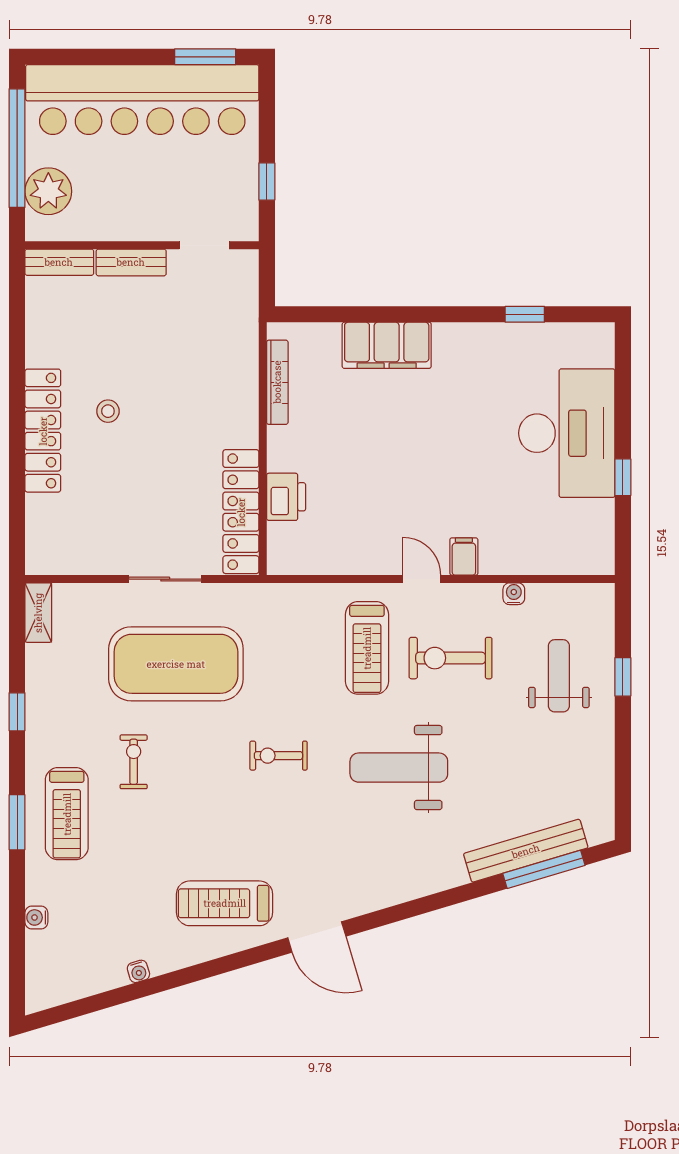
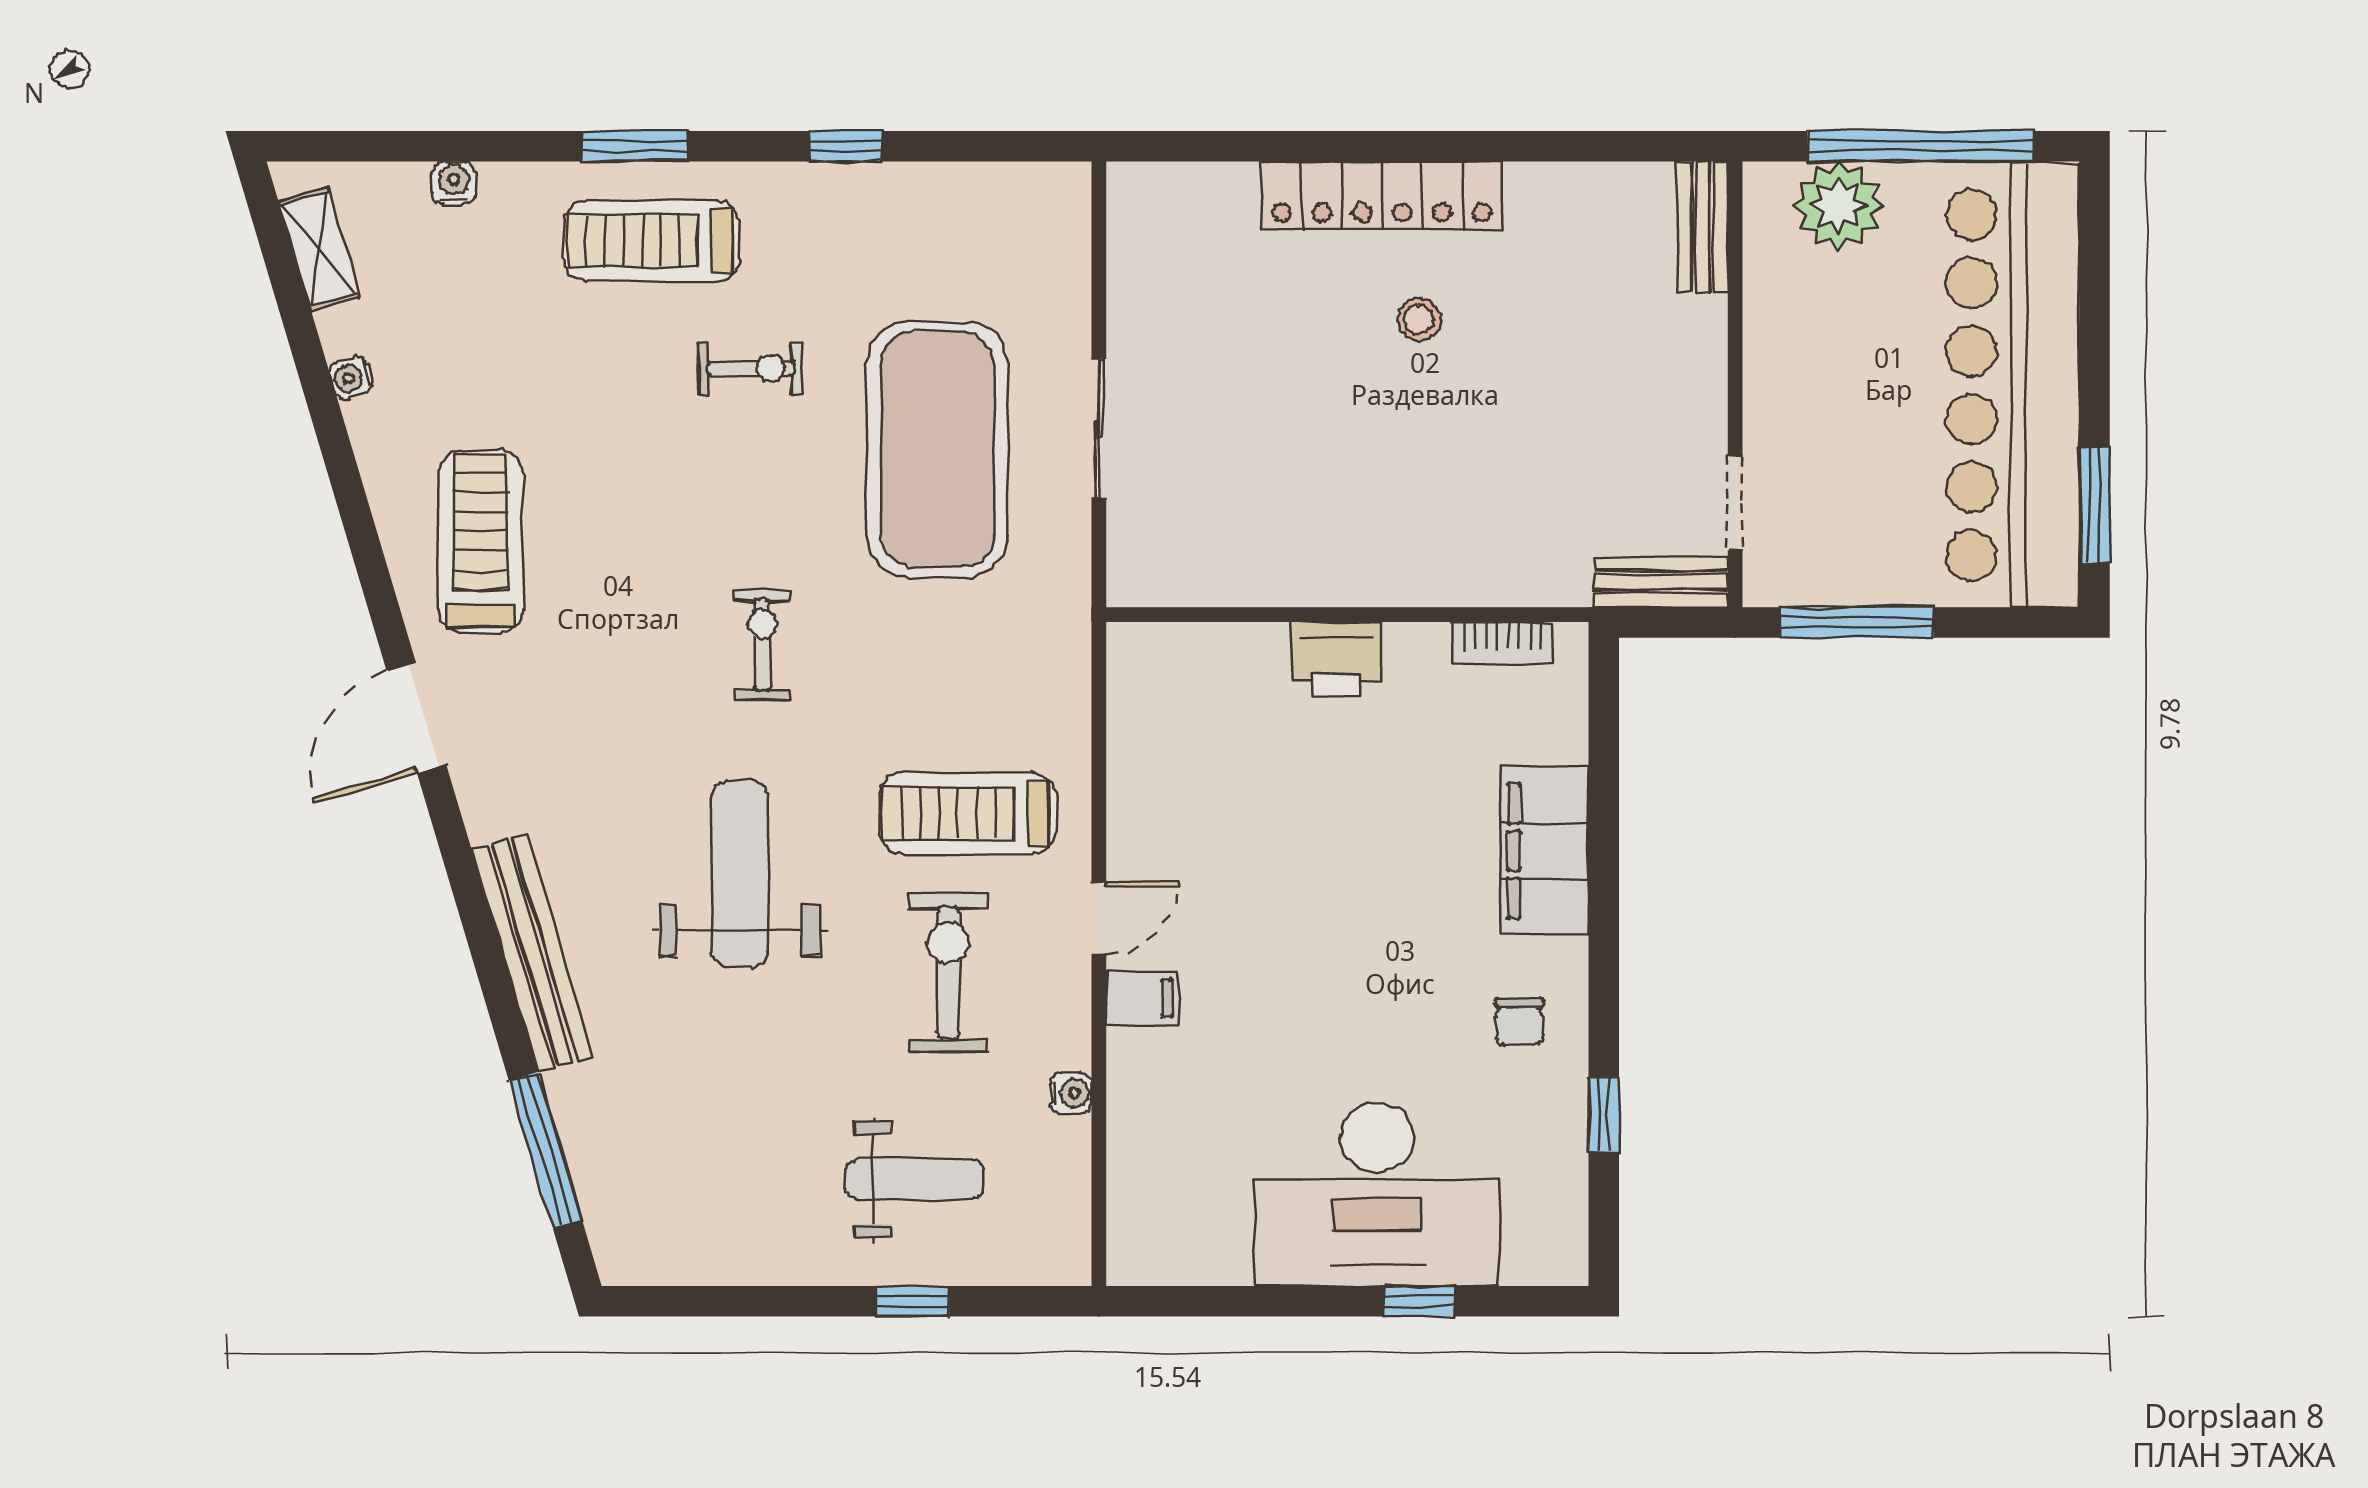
window: (267, 181) -> (1857, 622), width x2.17
bench: (131, 262) -> (1661, 582), moved, turned 90
chair: (476, 358) -> (1519, 1022), added
bookcase: (277, 382) -> (1503, 642), width x0.64
window: (623, 477) -> (1419, 1301), moved
printer: (286, 497) -> (1336, 659), moved
locker: (241, 512) -> (1228, 573), removed
shelving: (38, 613) -> (319, 249), moved, turned 73
bench: (526, 851) -> (532, 953), moved

